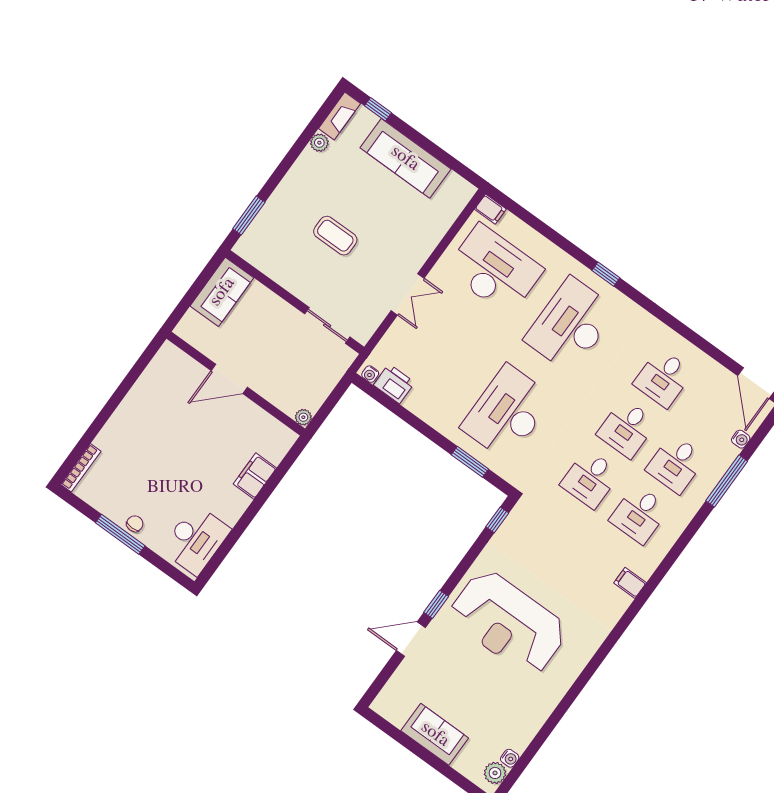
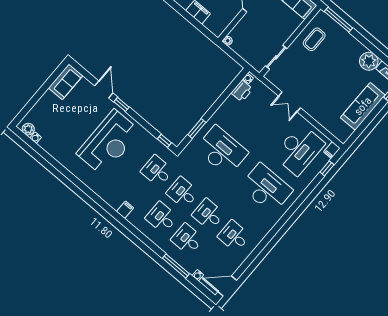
plant: (319, 143) -> (369, 61), width x1.87, depth x1.87
window: (249, 216) -> (338, 20), width x1.44
coffee table: (335, 236) -> (314, 39), moved
window: (606, 274) -> (327, 168), moved
desk: (554, 529) -> (157, 171), added
reception desk: (508, 623) -> (109, 142), turned 180
sofa: (435, 734) -> (66, 82), moved

